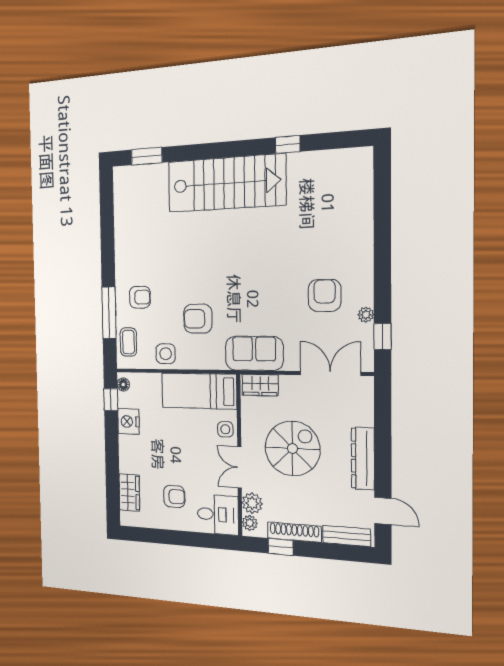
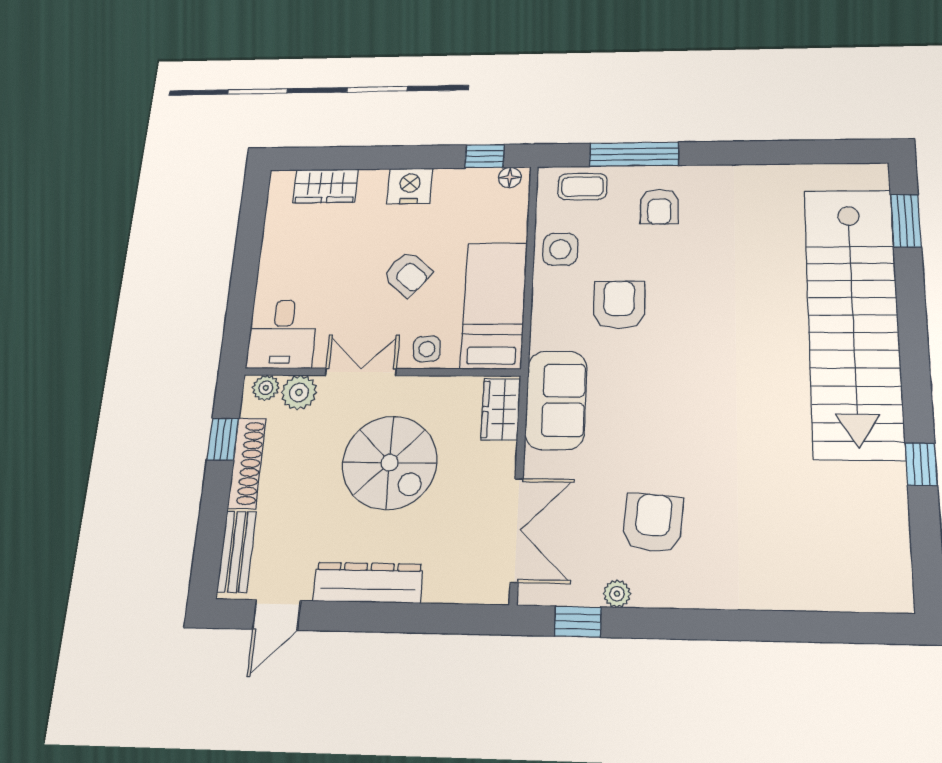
stairs: (226, 183) -> (853, 320), width x1.36
armchair: (325, 295) -> (653, 523), turned -85
nightstand: (128, 421) -> (410, 186), moved
armchair: (174, 497) -> (408, 274), moved, turned -49

